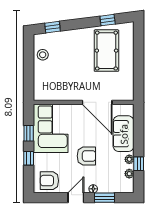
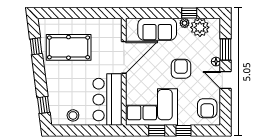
bar counter: (58, 87) -> (107, 100), added
plant: (129, 174) -> (200, 27), width x1.87, depth x1.87

